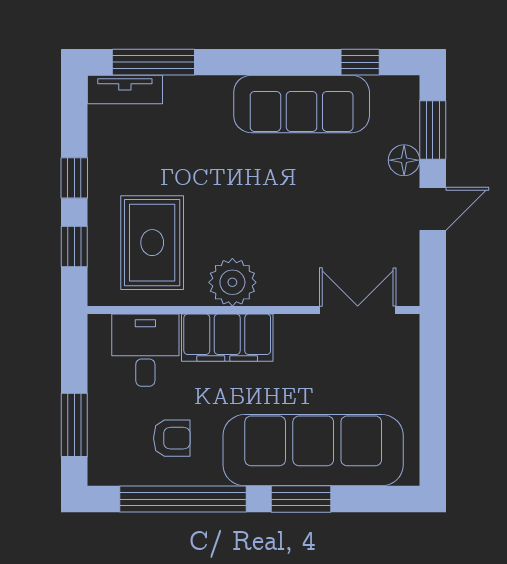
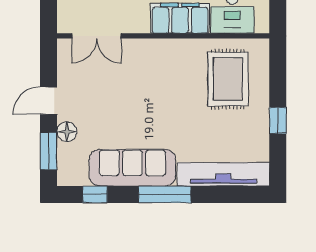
window: (153, 62) -> (165, 194), moved
tv unit: (125, 89) -> (223, 174), width x1.92, depth x1.29
window: (74, 246) -> (278, 77), removed
plant: (232, 282) -> (177, 54), removed

